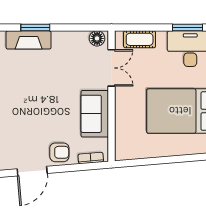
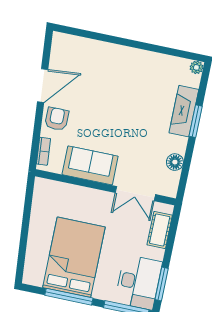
floor lamp: (97, 38) -> (175, 162), moved
armchair: (59, 152) -> (57, 119), turned 180
door: (32, 171) -> (43, 86), swing flipped

